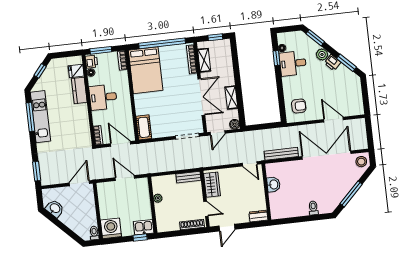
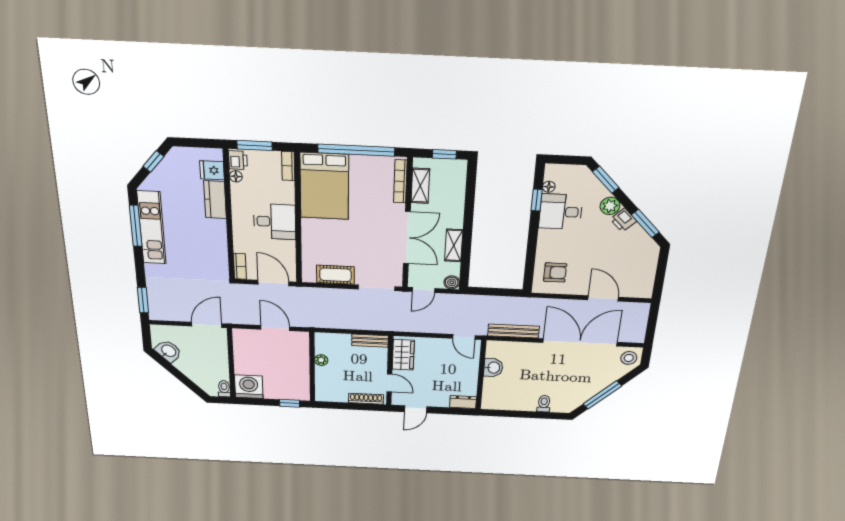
desk: (103, 97) -> (275, 222), moved, turned 180
cot: (144, 127) -> (335, 275), moved, turned 90
kitchen sink: (144, 227) -> (296, 392), removed

